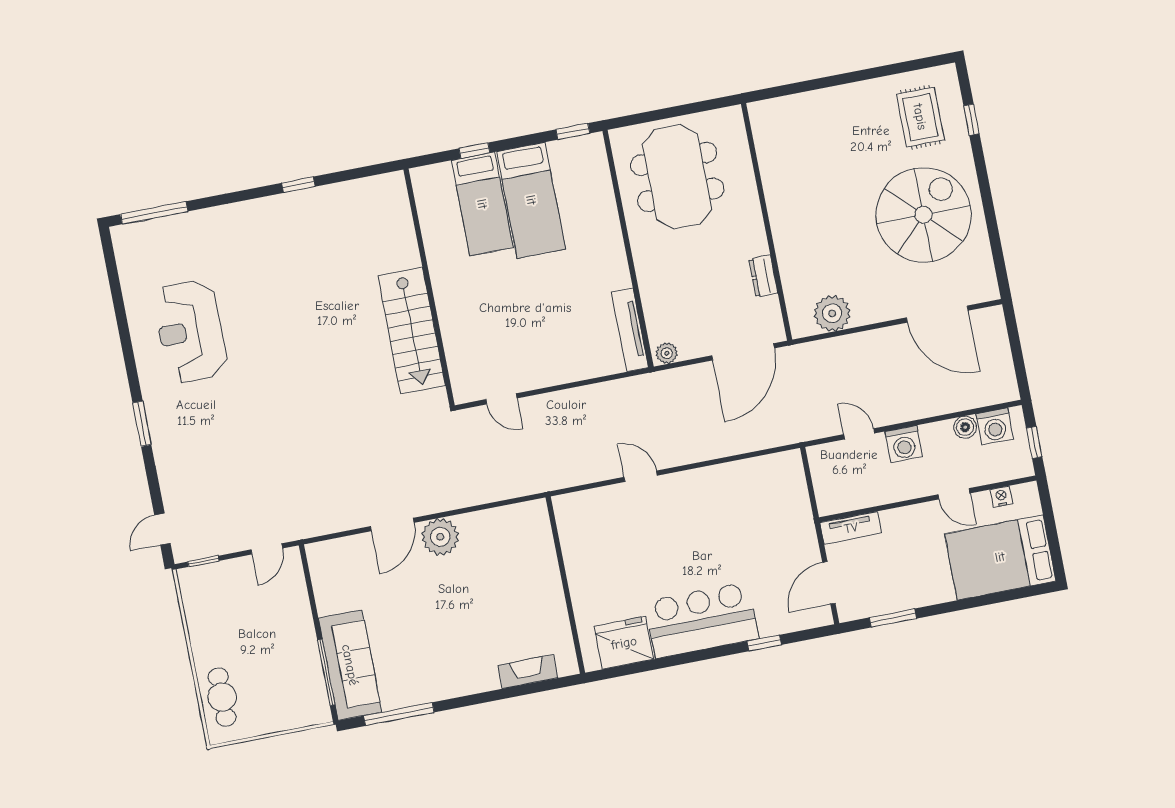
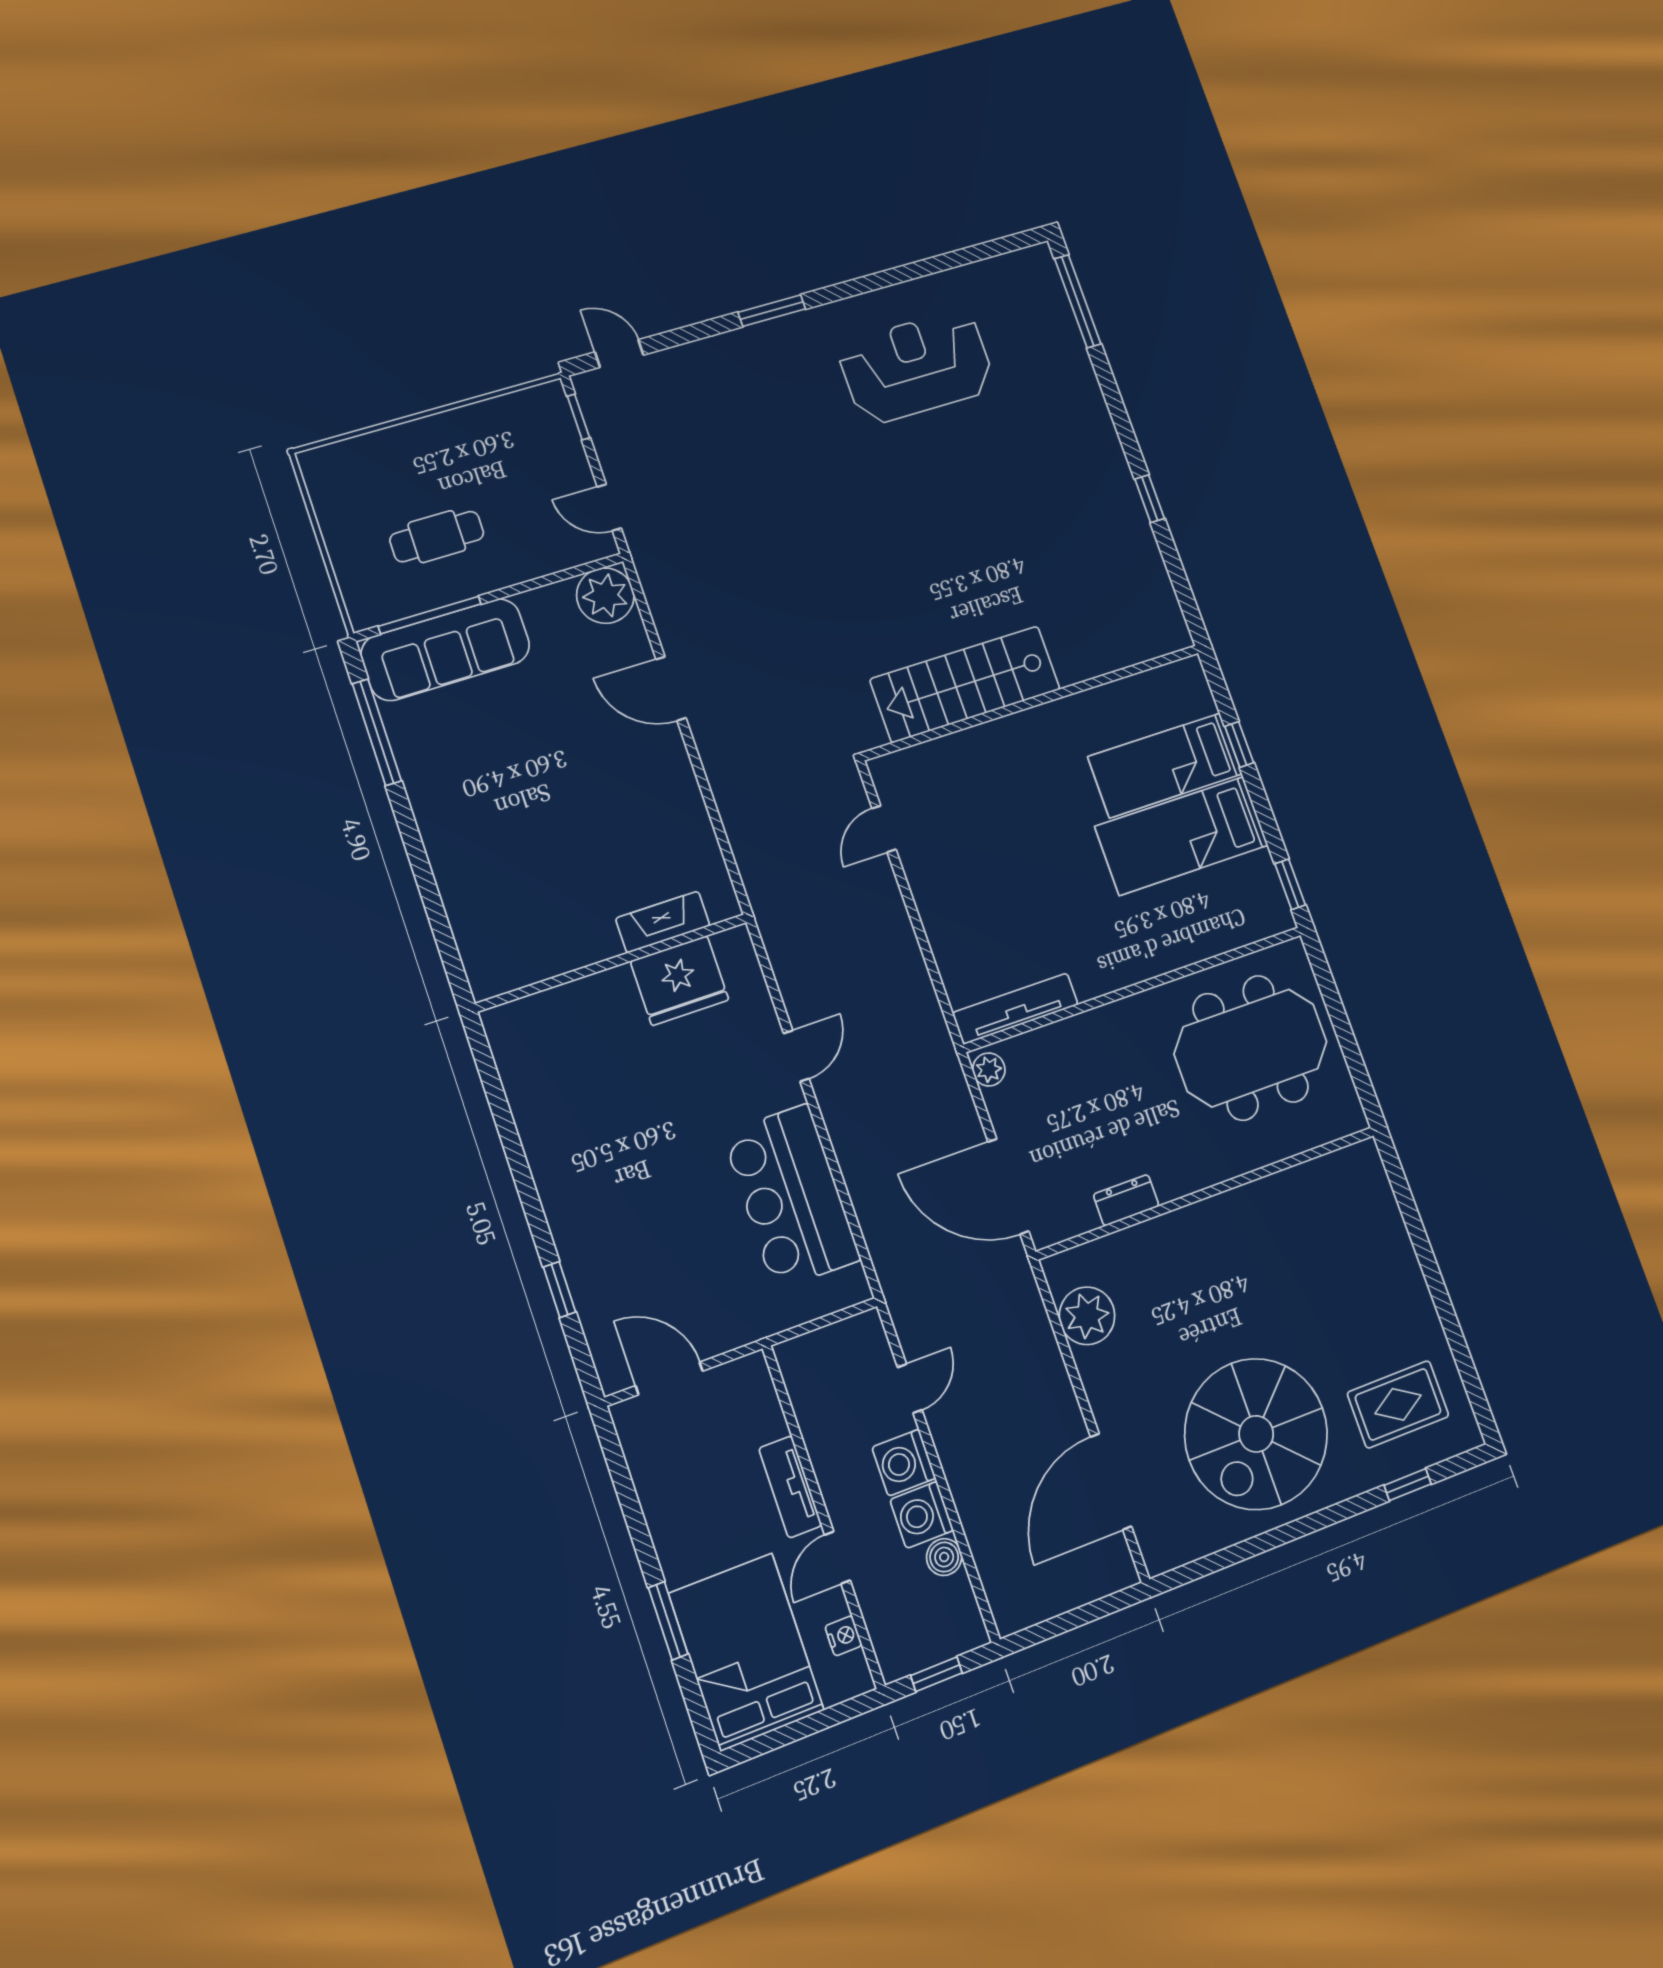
spiral stairs: (923, 215) -> (1256, 1434), turned 90
washing machine: (995, 426) -> (922, 1515), moved
tv unit: (851, 528) -> (790, 1487), moved
plant: (440, 537) -> (605, 596), moved
window: (893, 618) -> (668, 1621), moved
bar counter: (702, 620) -> (791, 1197), moved, turned 180
fridge: (624, 643) -> (680, 980), moved, turned 90
fireplace: (528, 672) -> (663, 922), moved, turned -90
cafe table: (222, 697) -> (437, 537), moved

